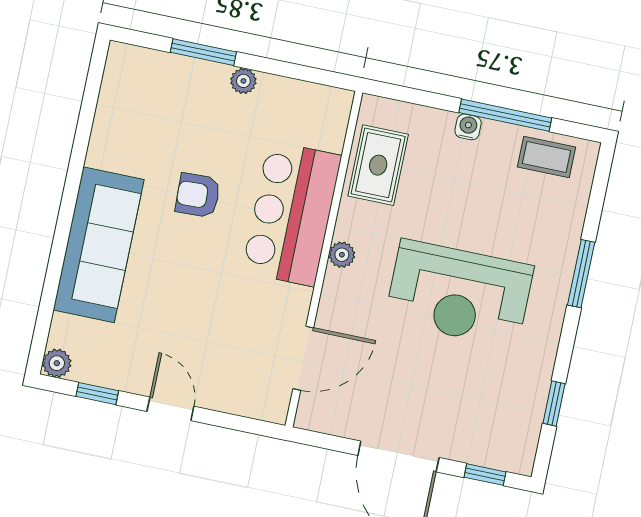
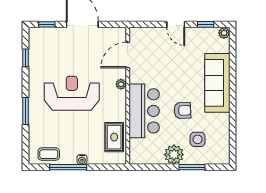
plant: (243, 81) -> (174, 155), width x1.88, depth x1.88
side table: (176, 117) -> (198, 139), added
plant: (342, 255) -> (121, 84), moved

